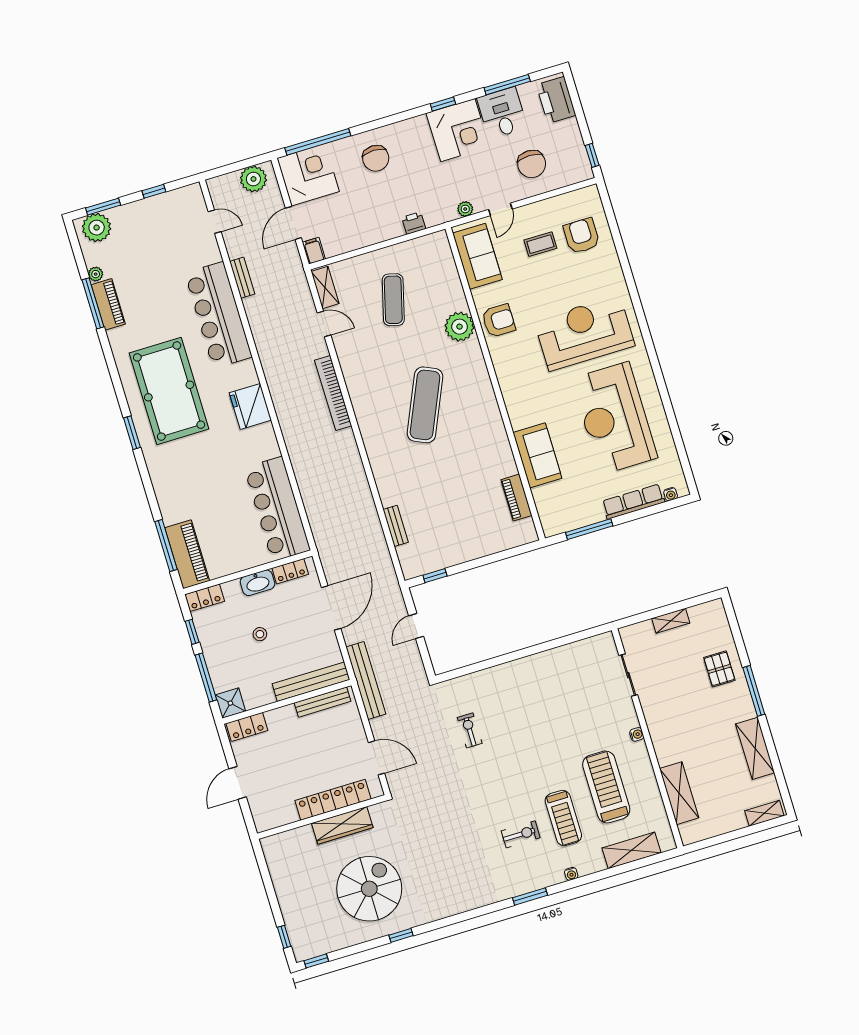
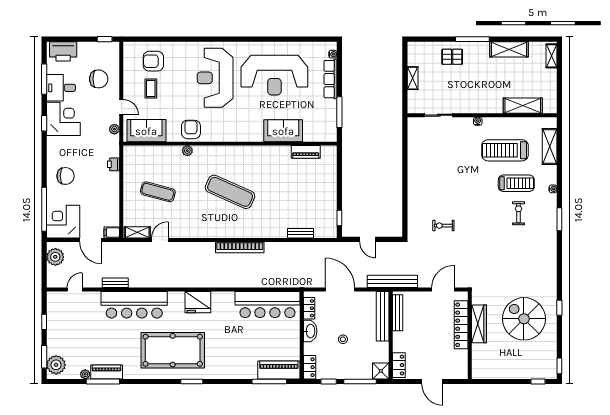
plant: (460, 327) -> (187, 151), width x0.53, depth x0.53
bookcase: (333, 393) -> (240, 247), moved

